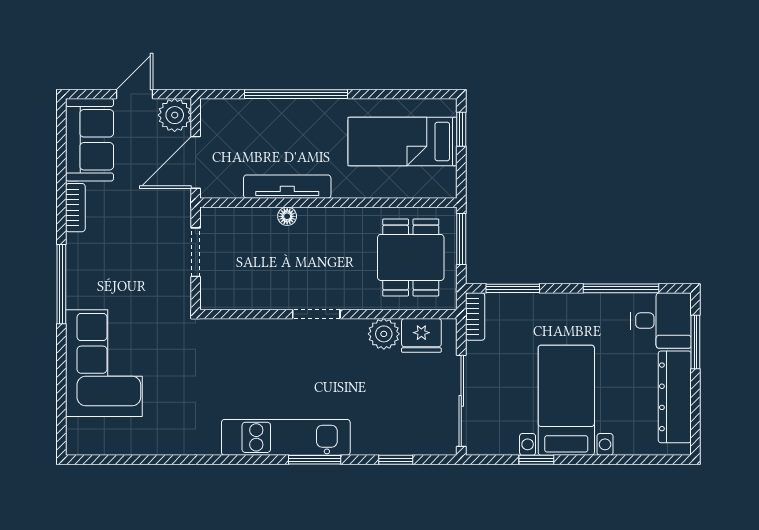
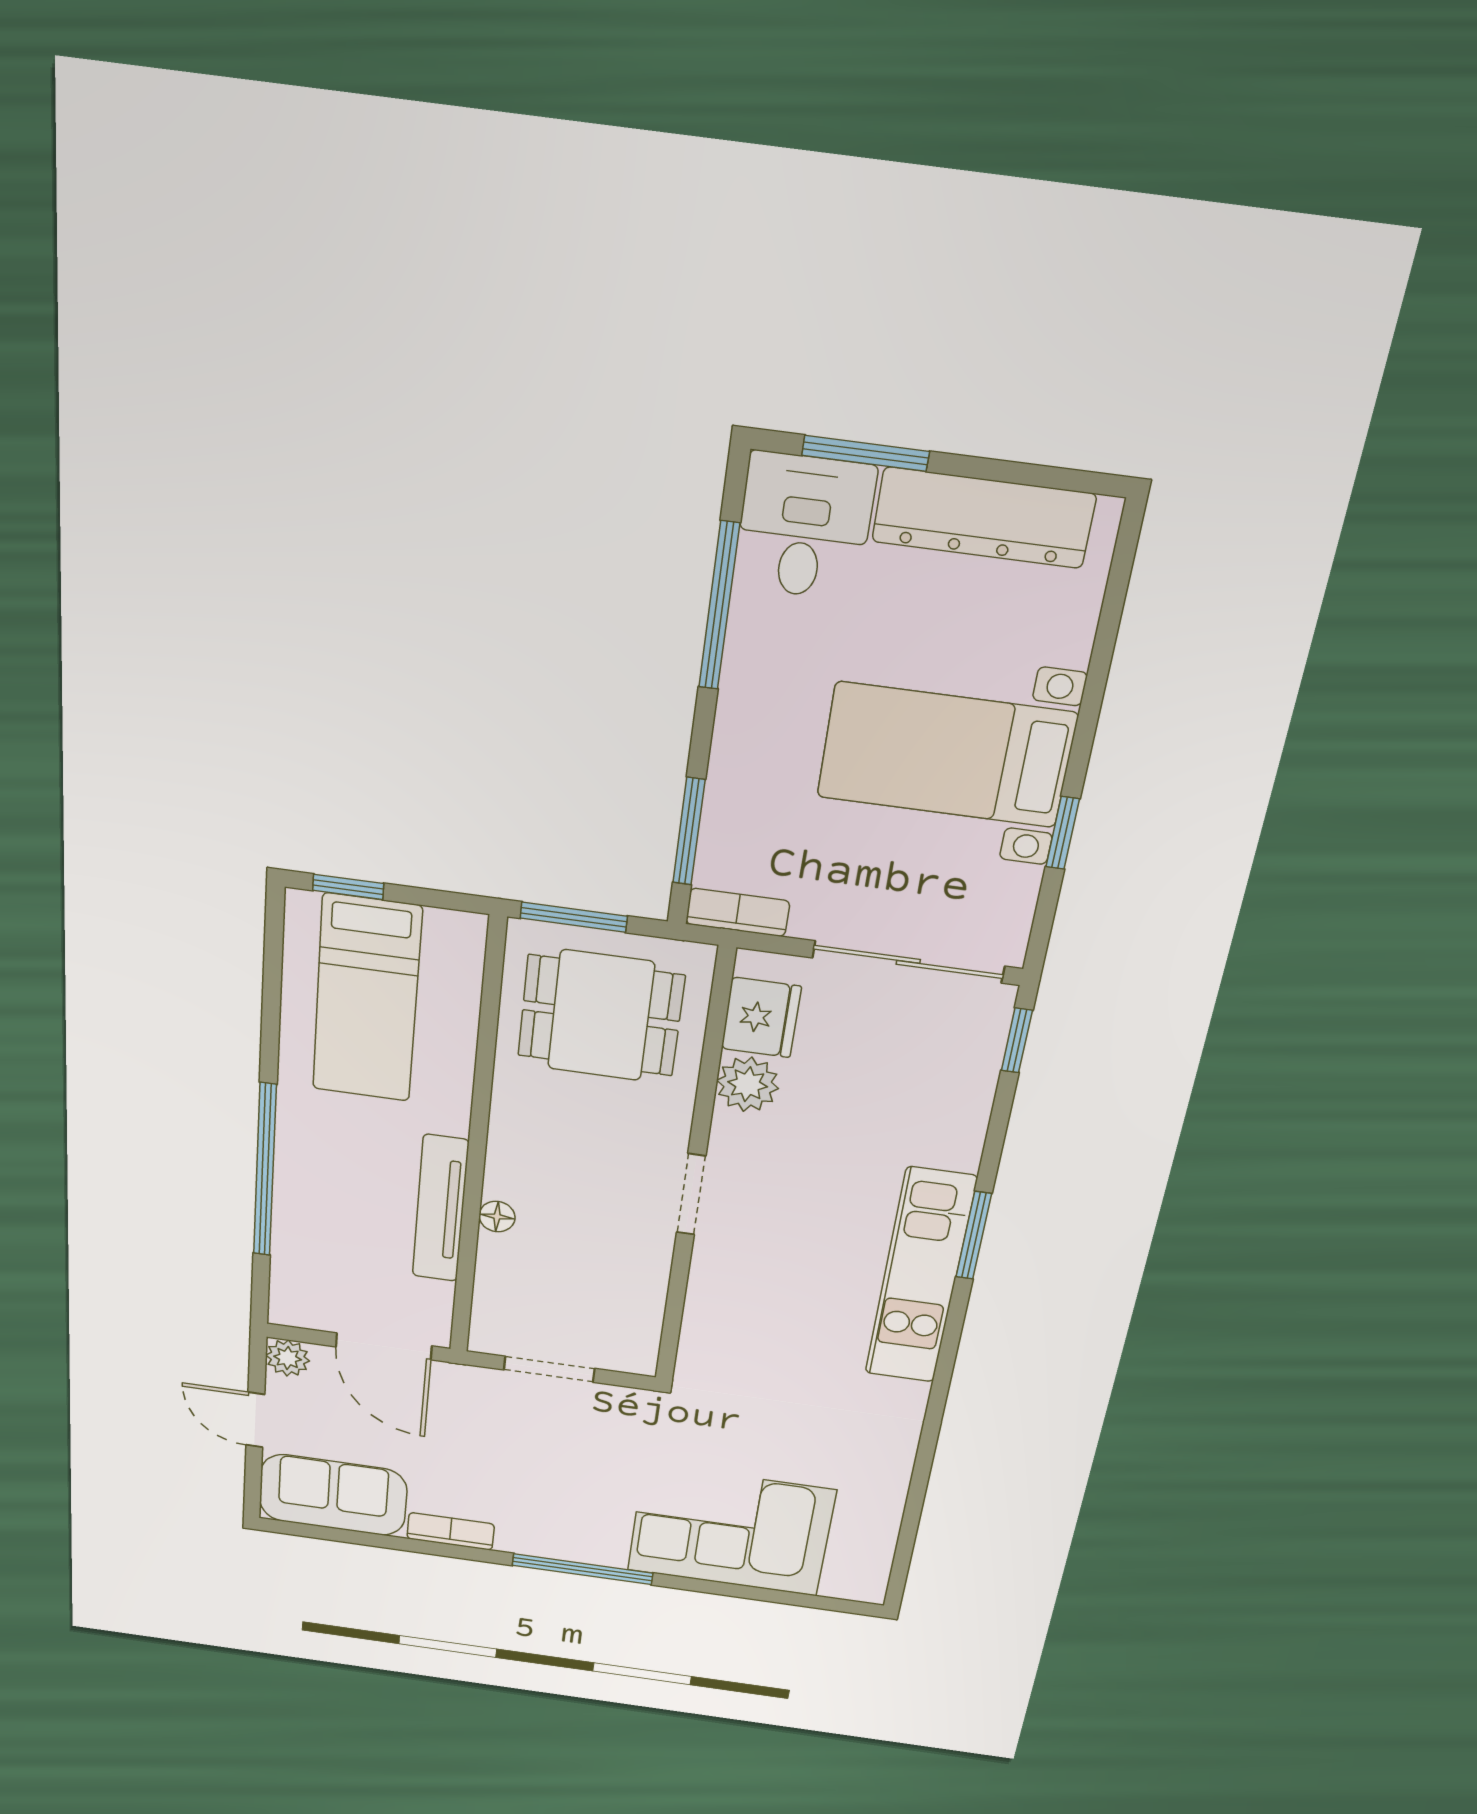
plant: (175, 115) -> (288, 1358), width x0.73, depth x0.73
window: (396, 460) -> (1017, 1040), moved

